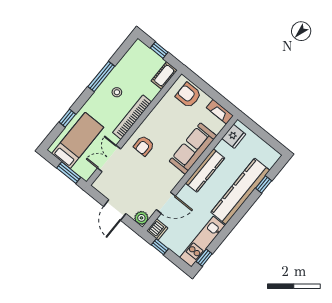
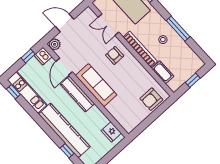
cot: (164, 76) -> (163, 72), moved
armchair: (188, 95) -> (151, 99), turned 180
fireplace: (220, 112) -> (134, 123), removed
sofa: (193, 149) -> (96, 85), moved
double door: (109, 158) -> (108, 25), swing flipped
kitchen counter: (205, 171) -> (78, 94), moved

